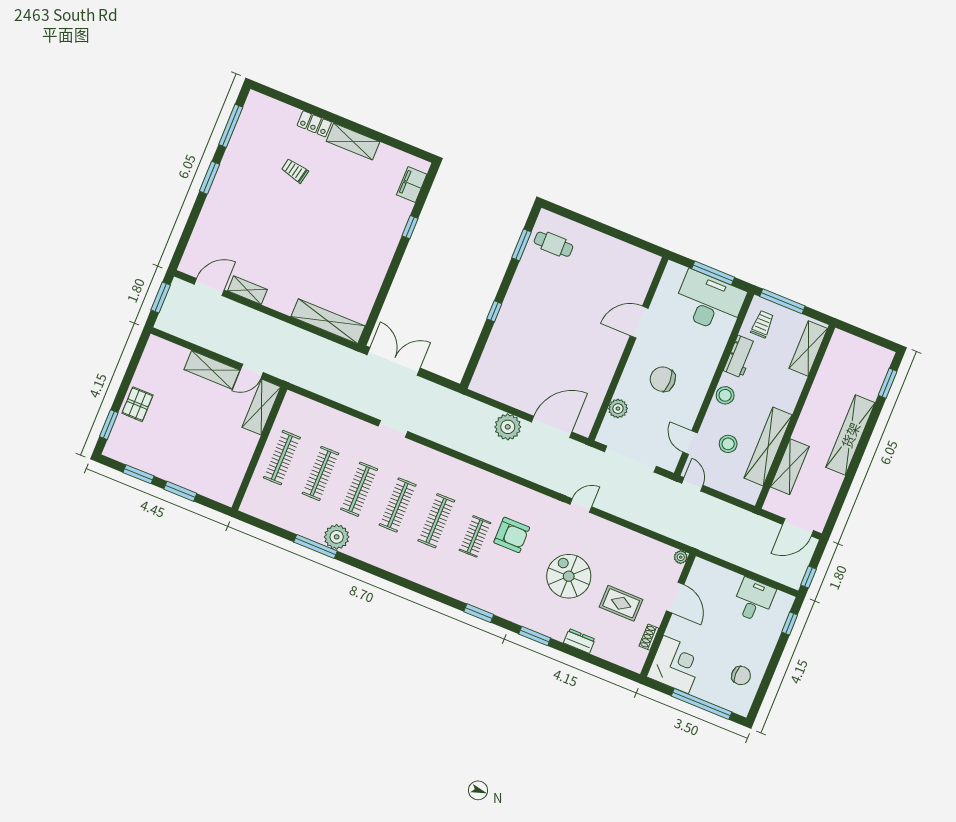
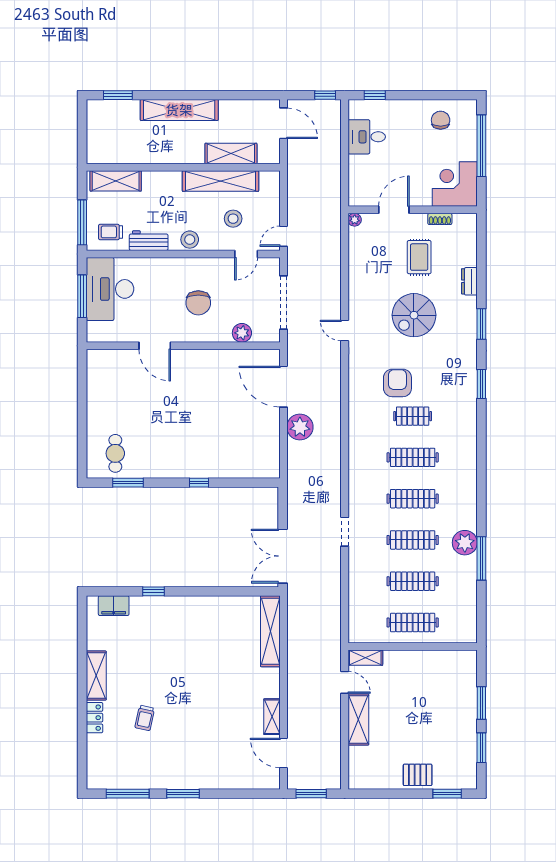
shelving: (261, 407) -> (365, 658), width x0.67, depth x0.75

